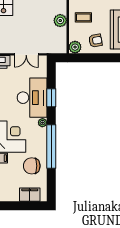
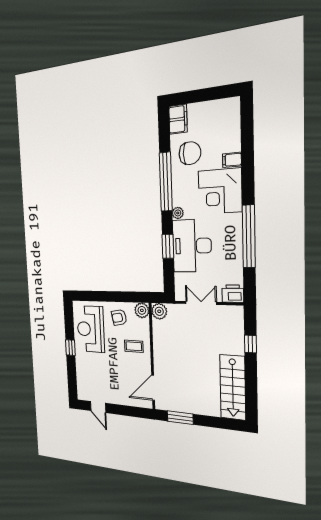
plant: (60, 21) -> (159, 311), moved
filing cabinet: (30, 195) -> (178, 119), moved, turned -90

